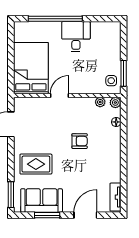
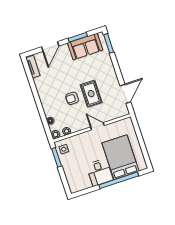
bed: (31, 68) -> (120, 157), moved, turned 180
door: (59, 95) -> (97, 126), swing flipped
rug: (36, 164) -> (91, 94), moved, turned 90

